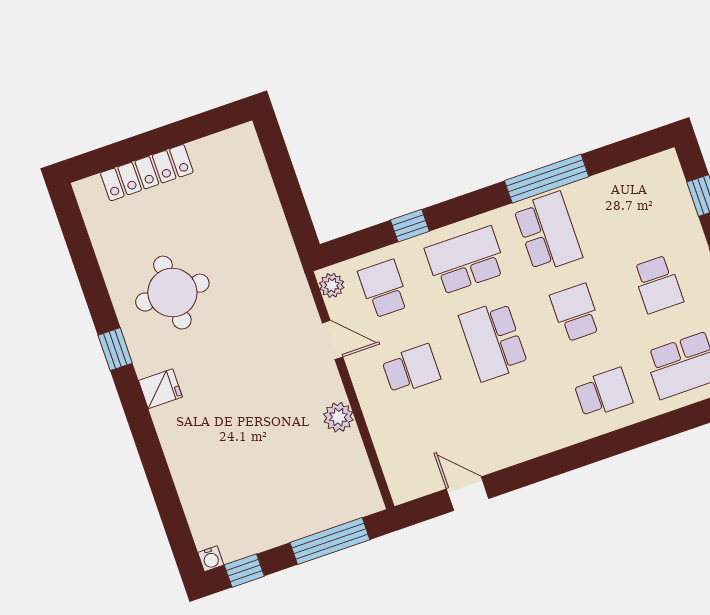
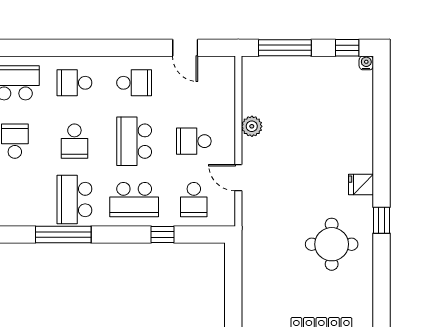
plant: (332, 285) -> (227, 213), removed
school desk: (493, 341) -> (134, 141), turned 180
school desk: (521, 421) -> (134, 83), added

